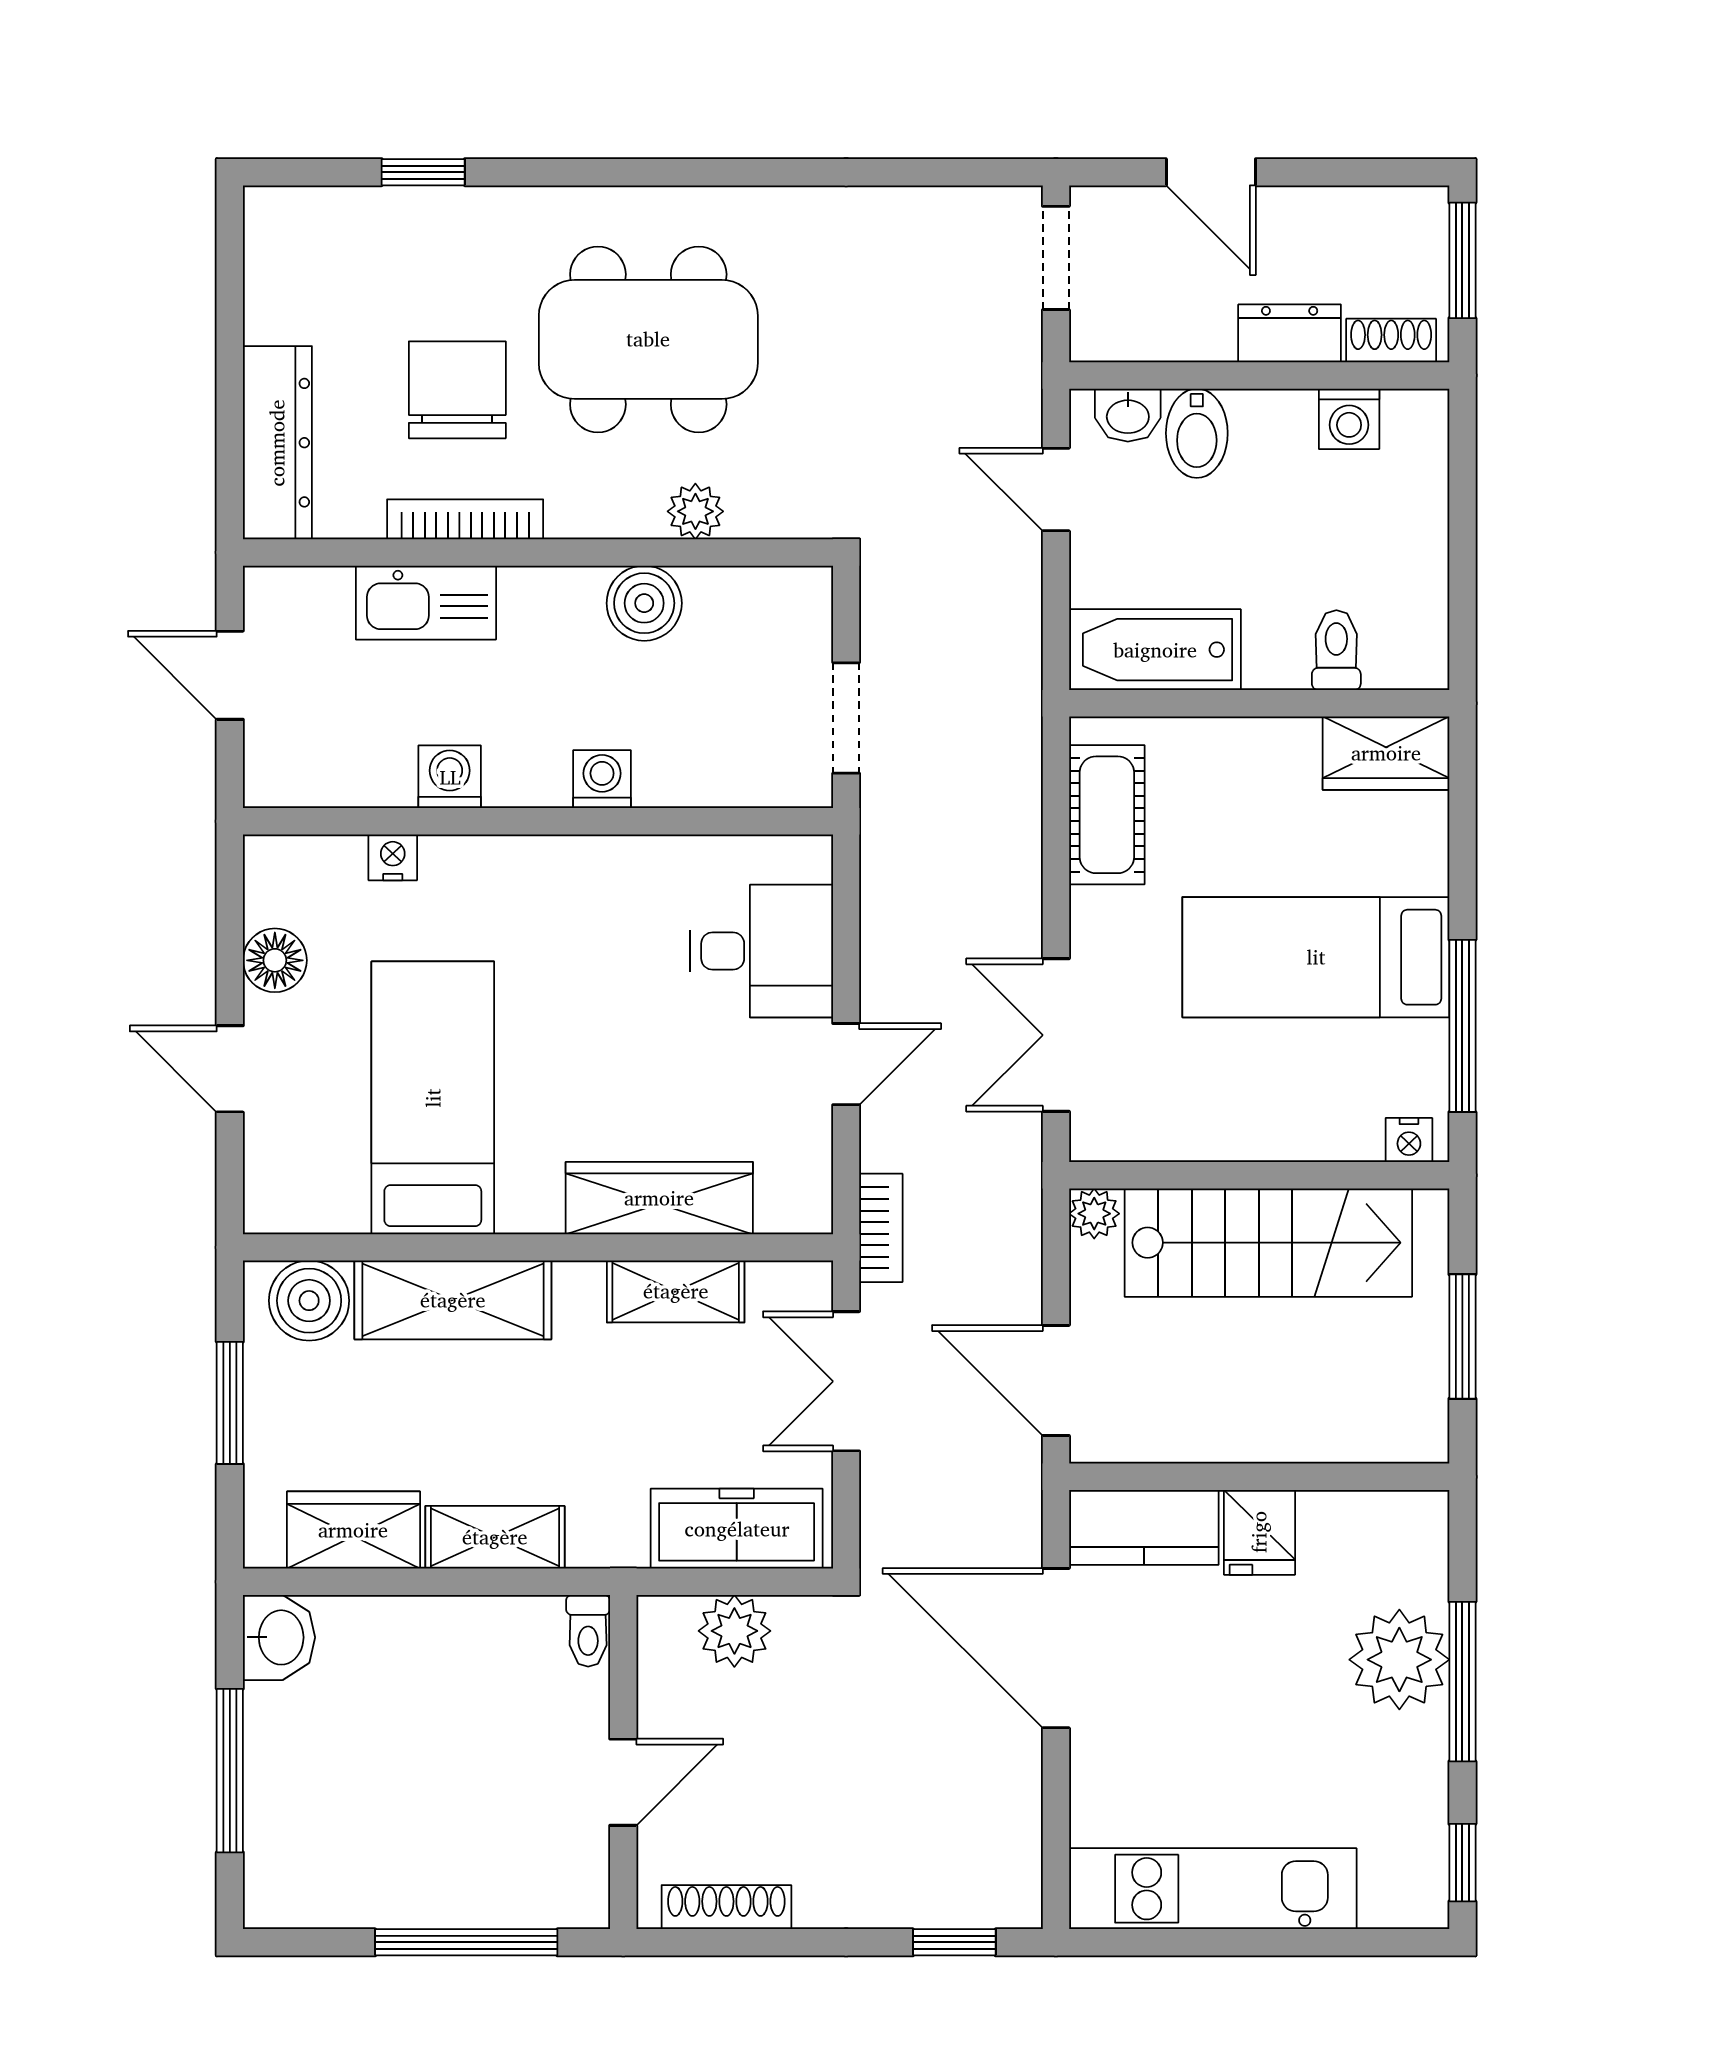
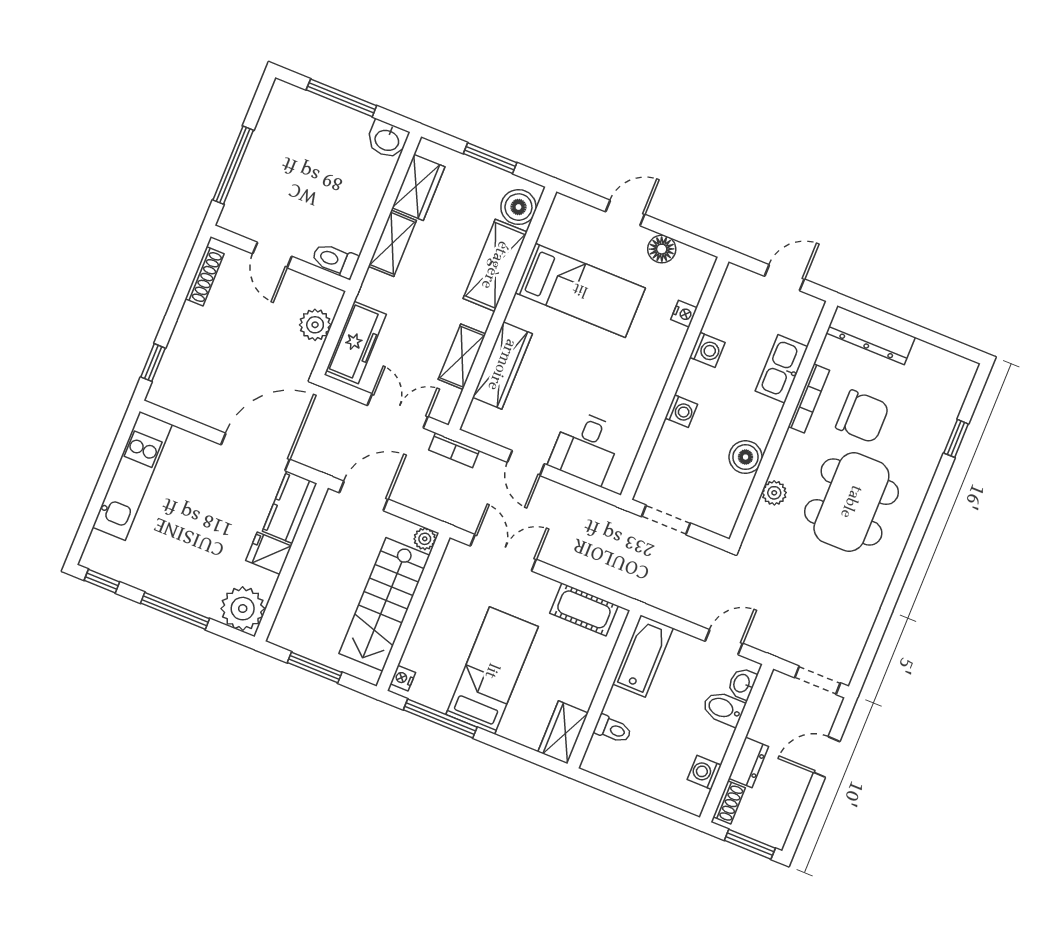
toilet: (588, 1631) -> (335, 260), width x1.37, depth x1.39
plant: (1399, 1660) -> (243, 609), moved

